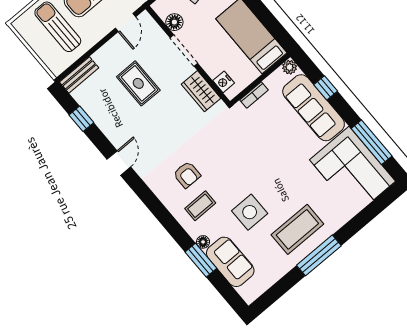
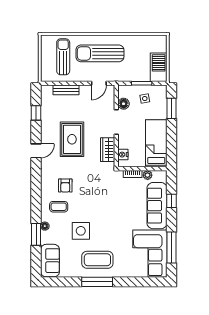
plant: (290, 67) -> (148, 175), moved
bench: (79, 75) -> (66, 90), moved
rug: (138, 83) -> (72, 139), moved, width x1.36, depth x1.43
sofa: (230, 262) -> (50, 261), moved

